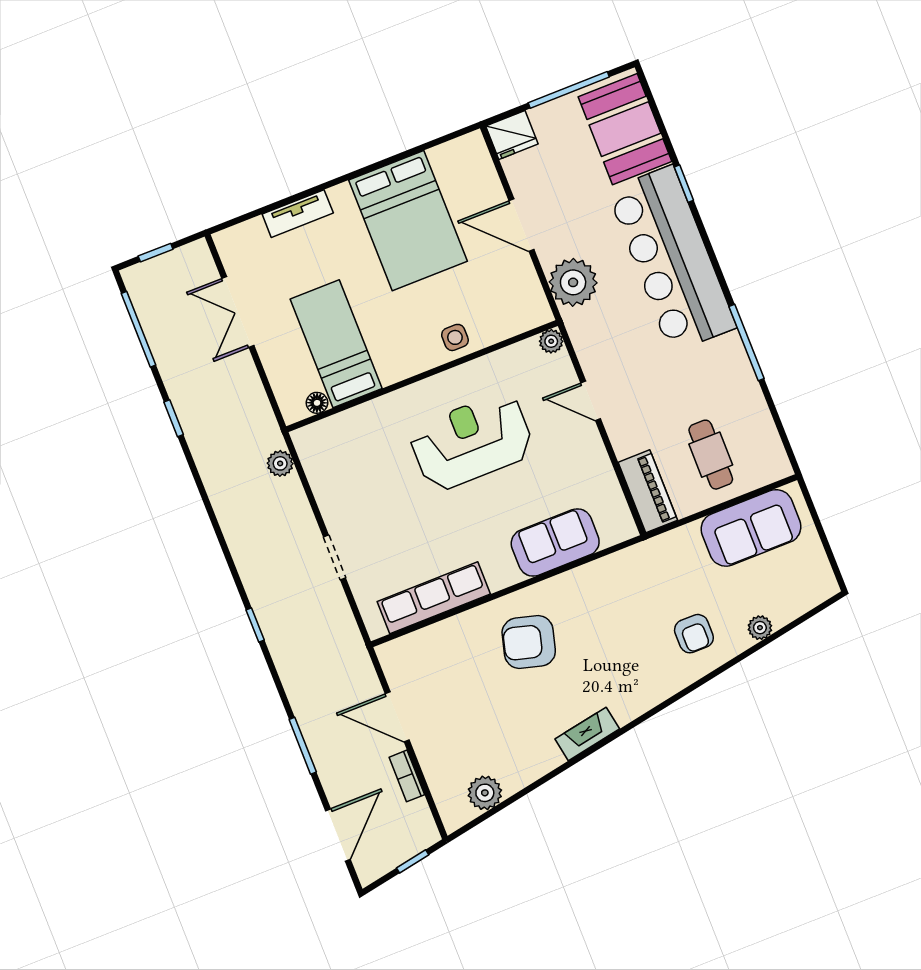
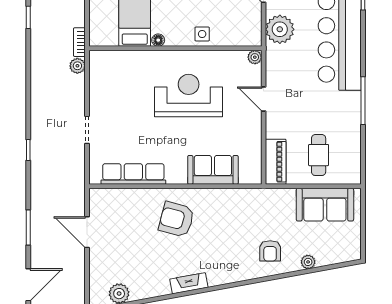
floor lamp: (317, 403) -> (158, 40), moved
bookcase: (407, 776) -> (79, 42), moved

